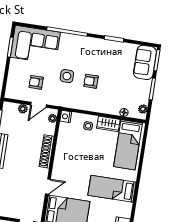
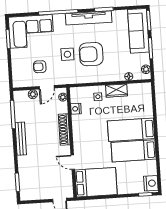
tv unit: (97, 44) -> (89, 18), added
sofa: (145, 62) -> (138, 31), width x1.36
armchair: (91, 81) -> (91, 54), width x1.88, depth x1.88
nightstand: (66, 116) -> (76, 109), moved
bed: (128, 145) -> (131, 130), moved, turned 90
door: (48, 186) -> (73, 162), swing flipped

